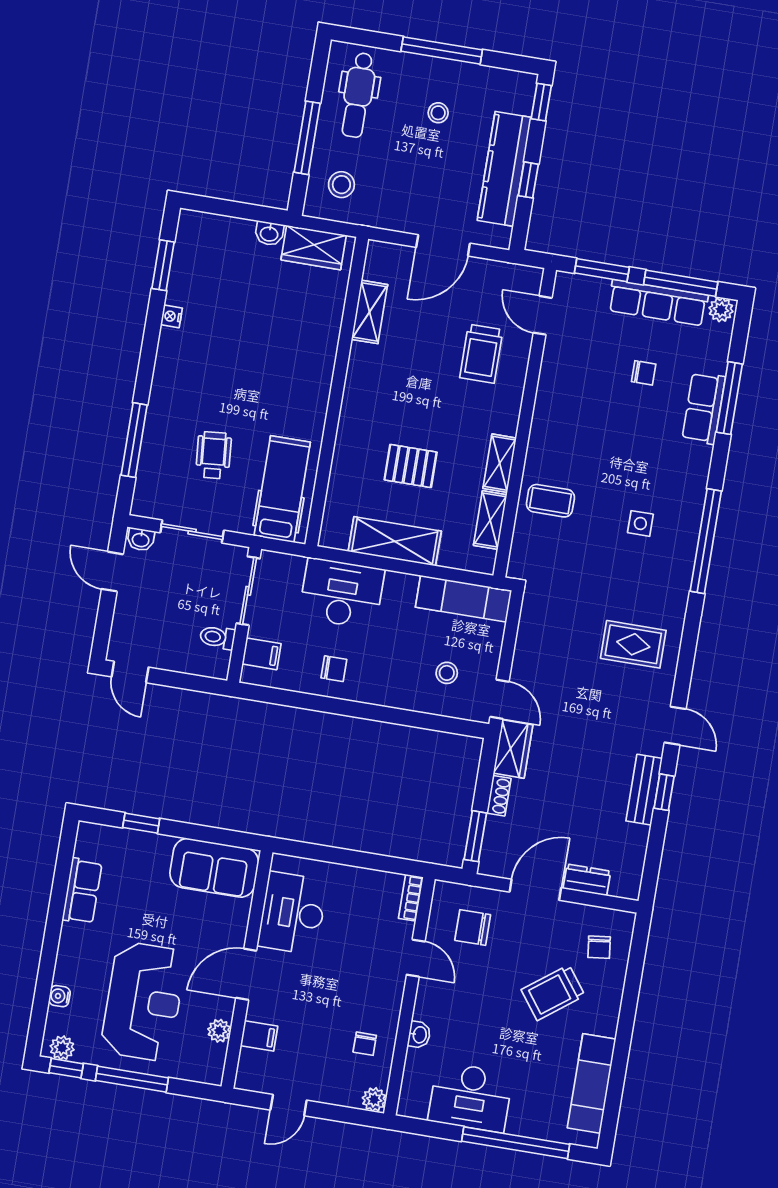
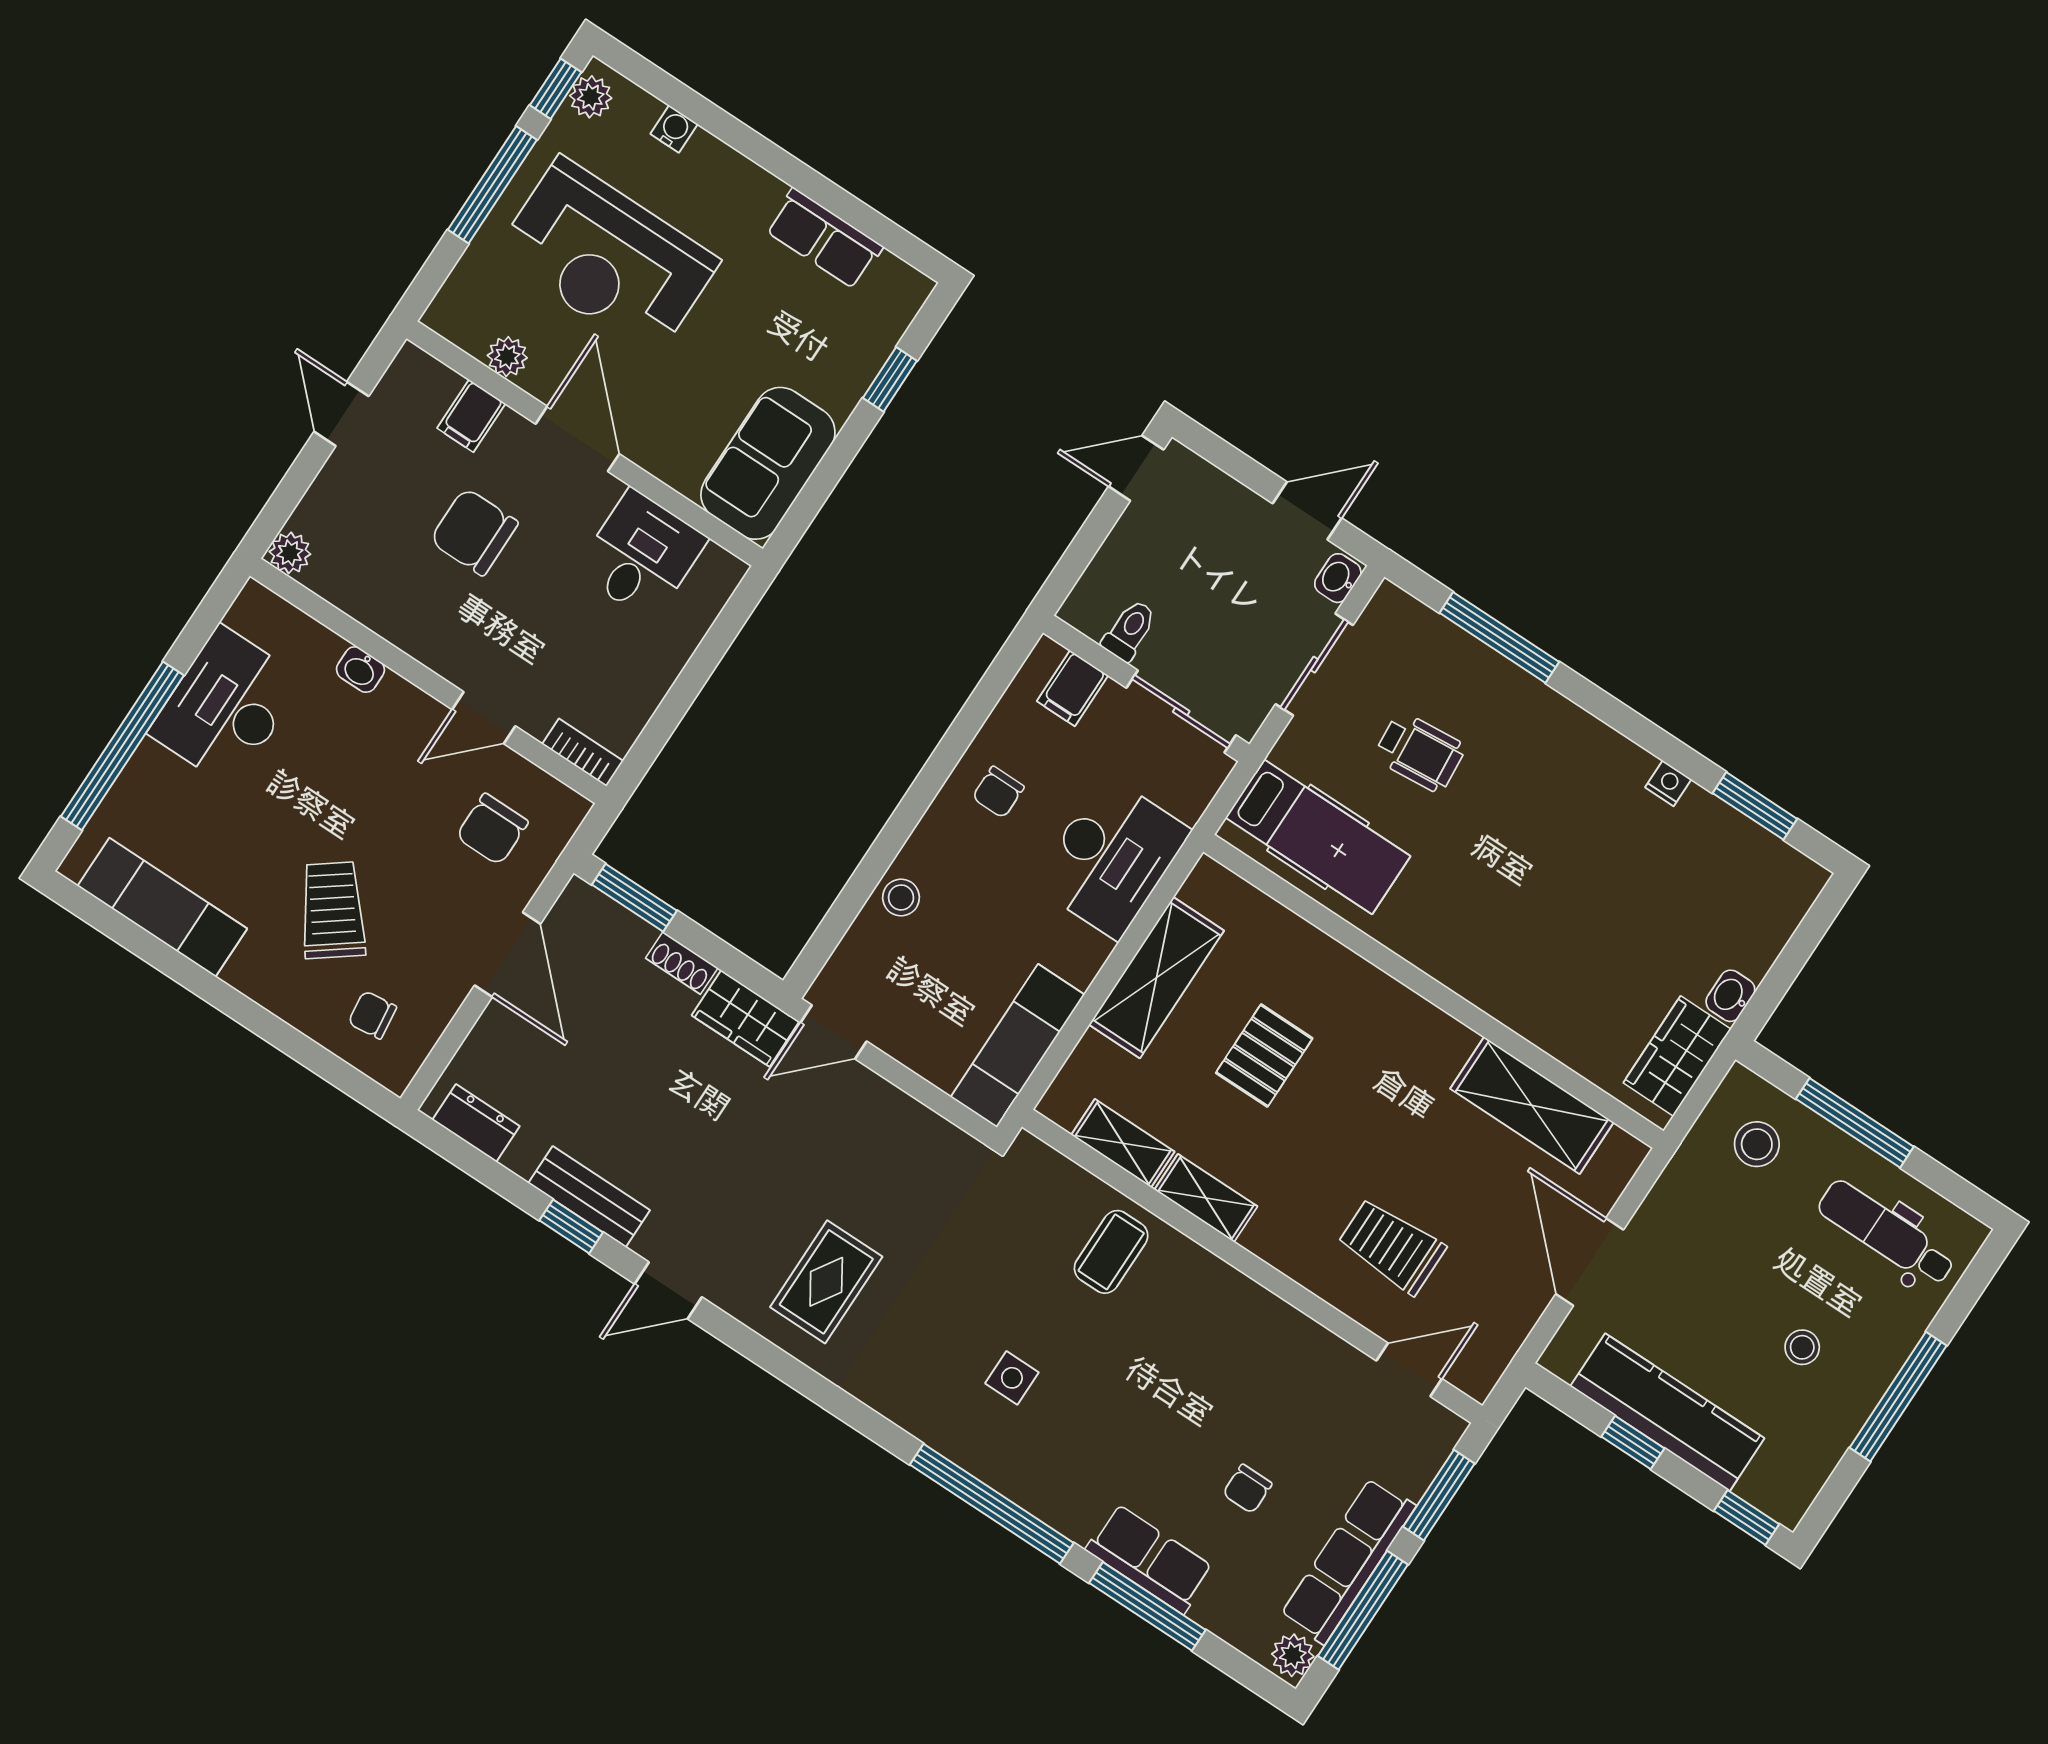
shelving: (369, 312) -> (1532, 1105), width x1.50, depth x1.33
window: (706, 541) -> (992, 1504), moved
stool: (447, 673) -> (901, 897), moved
dresser: (587, 880) -> (476, 1123), moved, turned -90
desk: (293, 913) -> (641, 555), width x0.73
chair: (473, 928) -> (492, 829), turned 180
chair: (365, 1044) -> (474, 532), moved, width x1.87, depth x1.87

